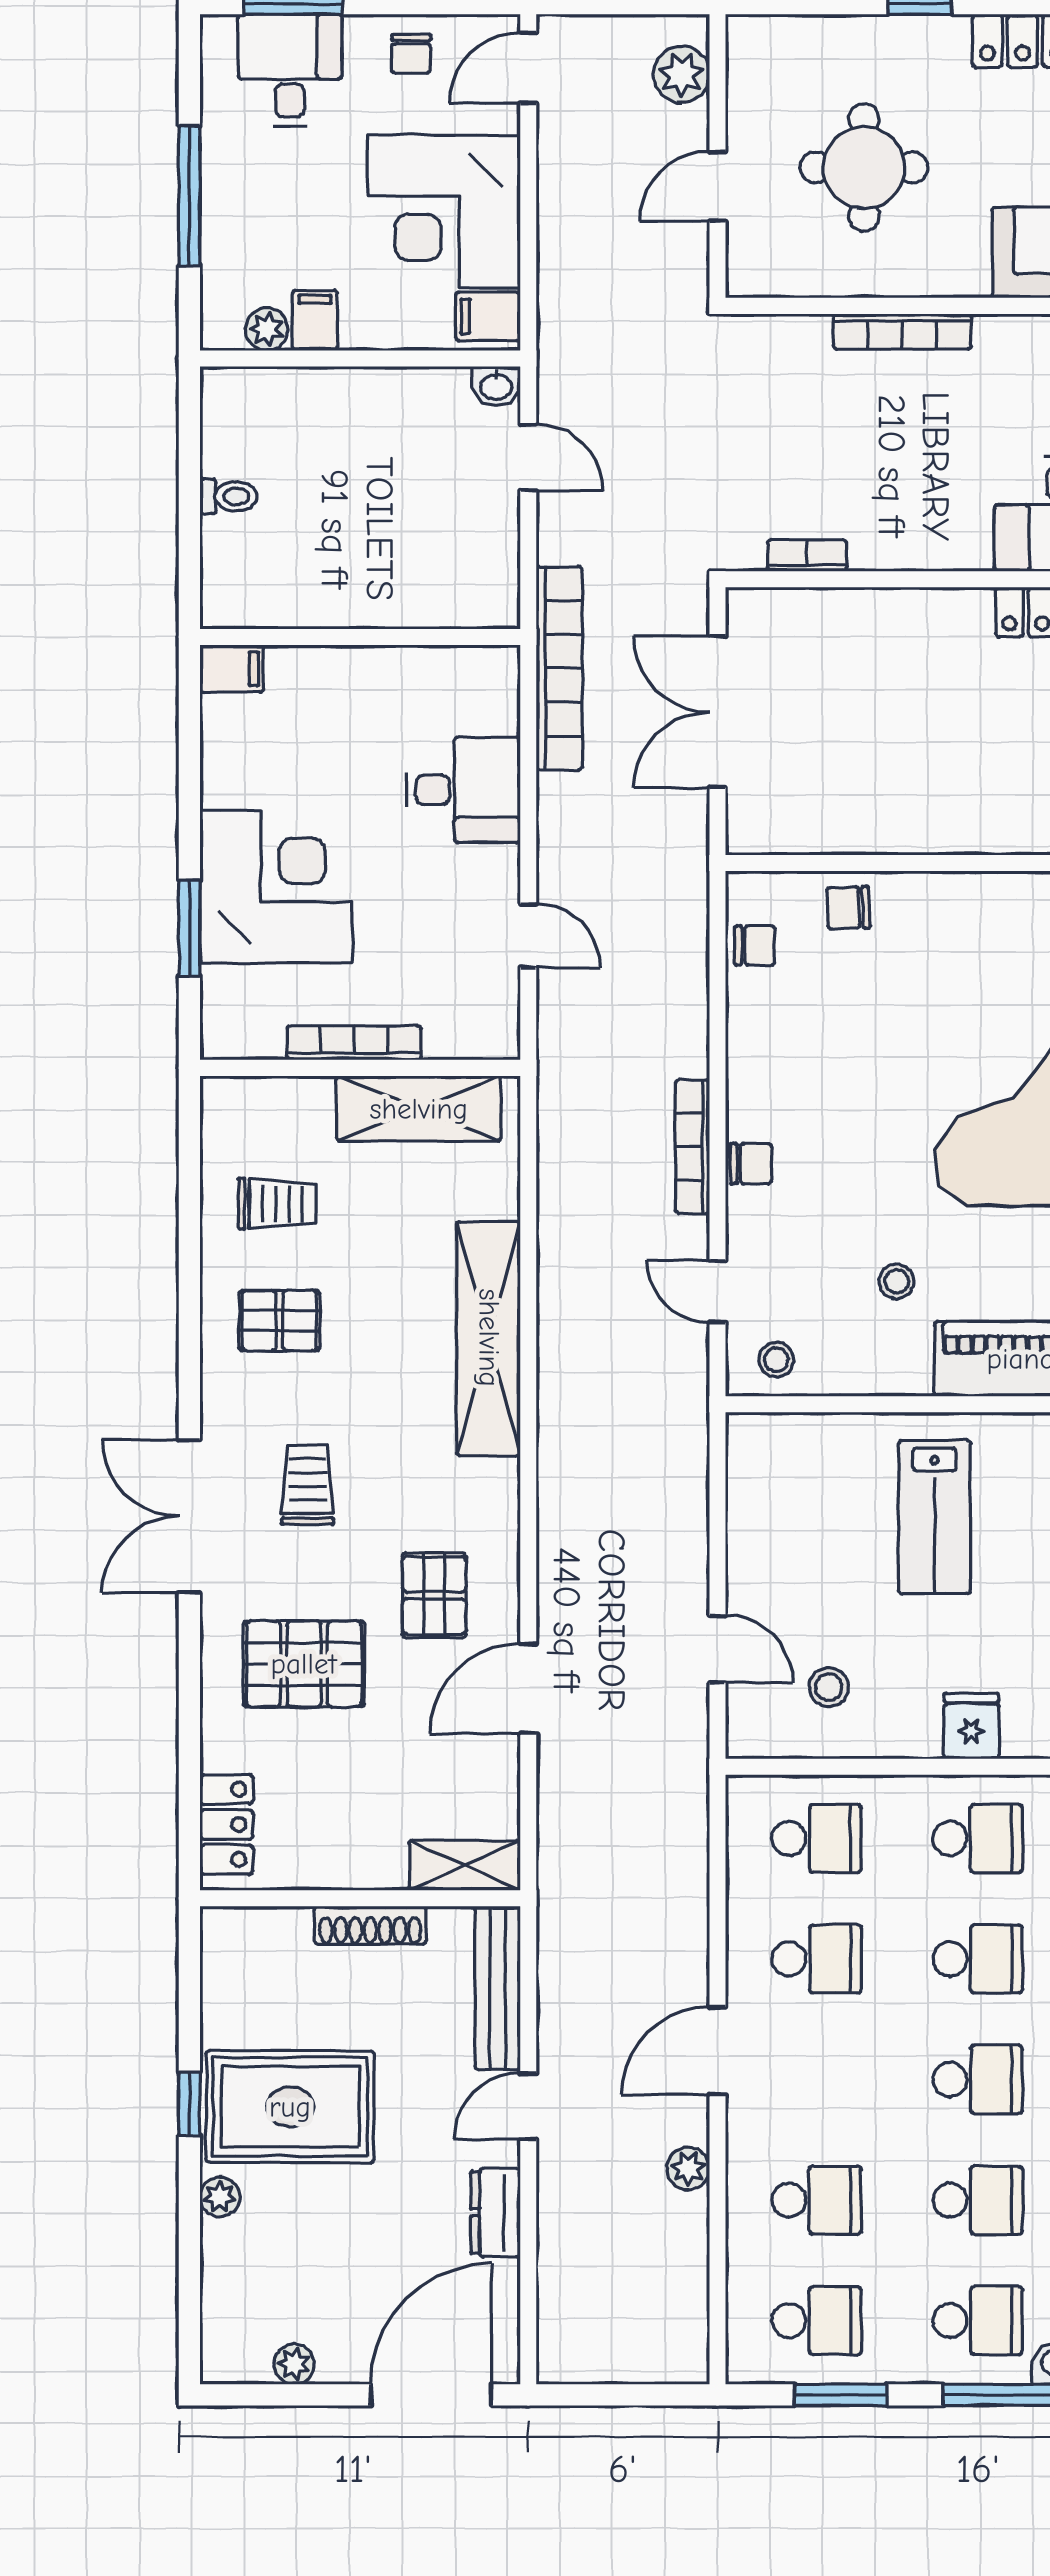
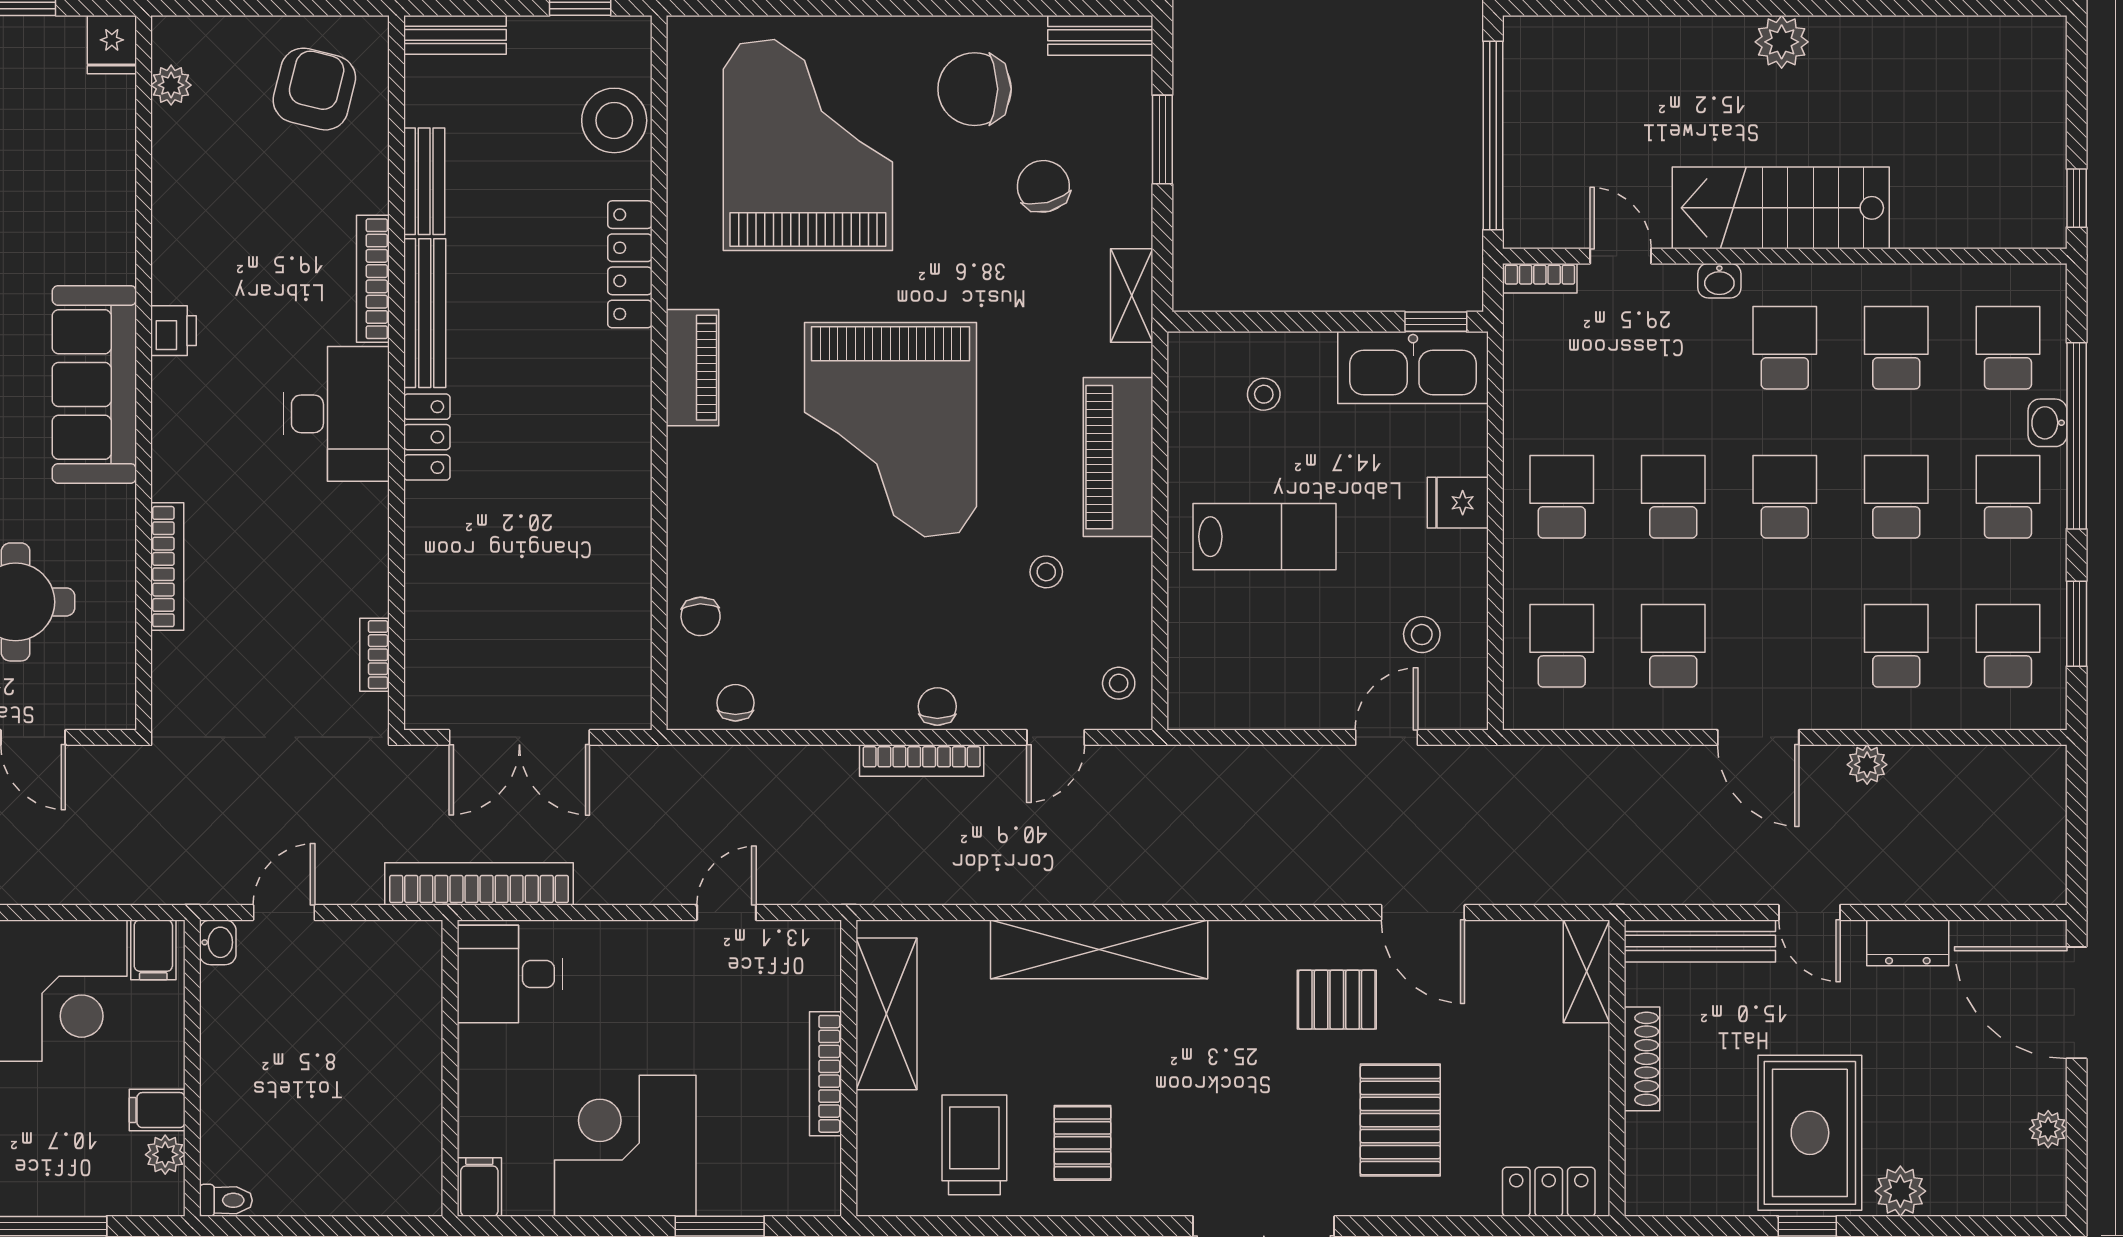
toilet: (228, 496) -> (226, 1200), moved, turned 90
desk: (464, 790) -> (510, 974), moved, turned -90
corner desk: (276, 887) -> (625, 1146), moved
trolley: (277, 1204) -> (974, 1145), width x1.36, depth x1.39
trolley: (308, 1485) -> (1235, 1117), removed
plant: (220, 2197) -> (1900, 1191), width x1.38, depth x1.38

